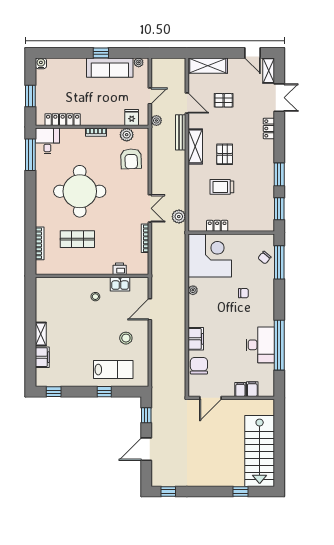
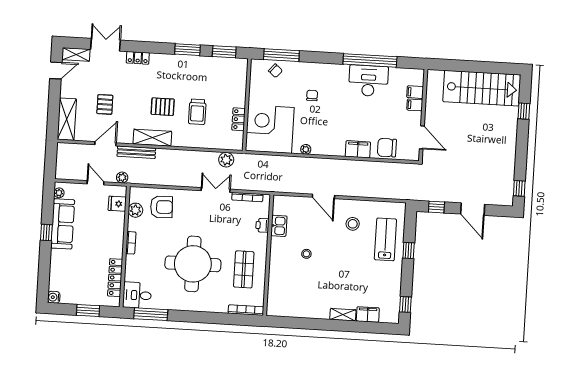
printer: (120, 269) -> (262, 225), moved
wall: (92, 276) -> (268, 255), moved
kitchen sink: (120, 284) -> (279, 226), moved

